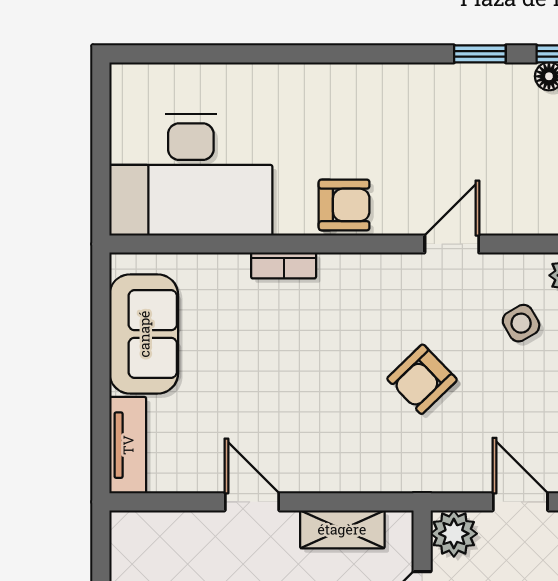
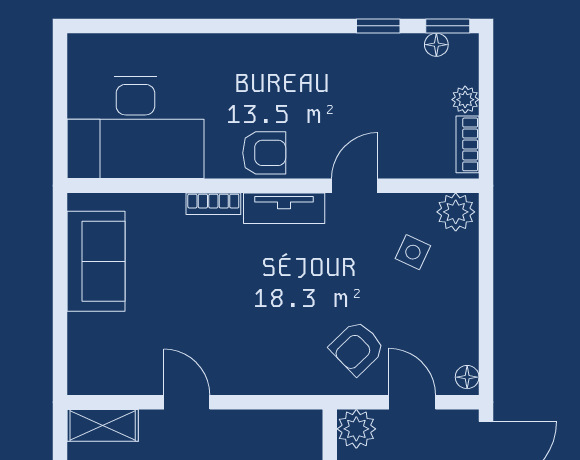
side table: (521, 323) -> (413, 252), turned -35
armchair: (422, 379) -> (357, 348), moved
tv unit: (128, 445) -> (284, 208), moved, turned 90
shelving: (342, 529) -> (103, 425), moved

